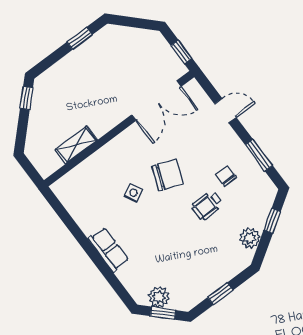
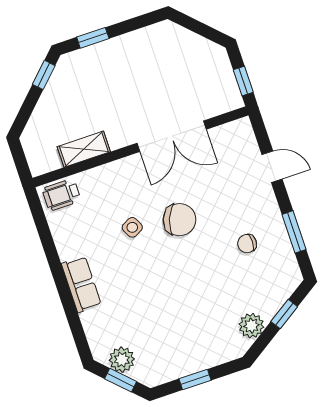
window: (79, 38) -> (93, 38), moved
double door: (156, 101) -> (172, 136), moved
chair: (226, 176) -> (247, 244), turned -90
wheelchair: (207, 205) -> (61, 195), moved

